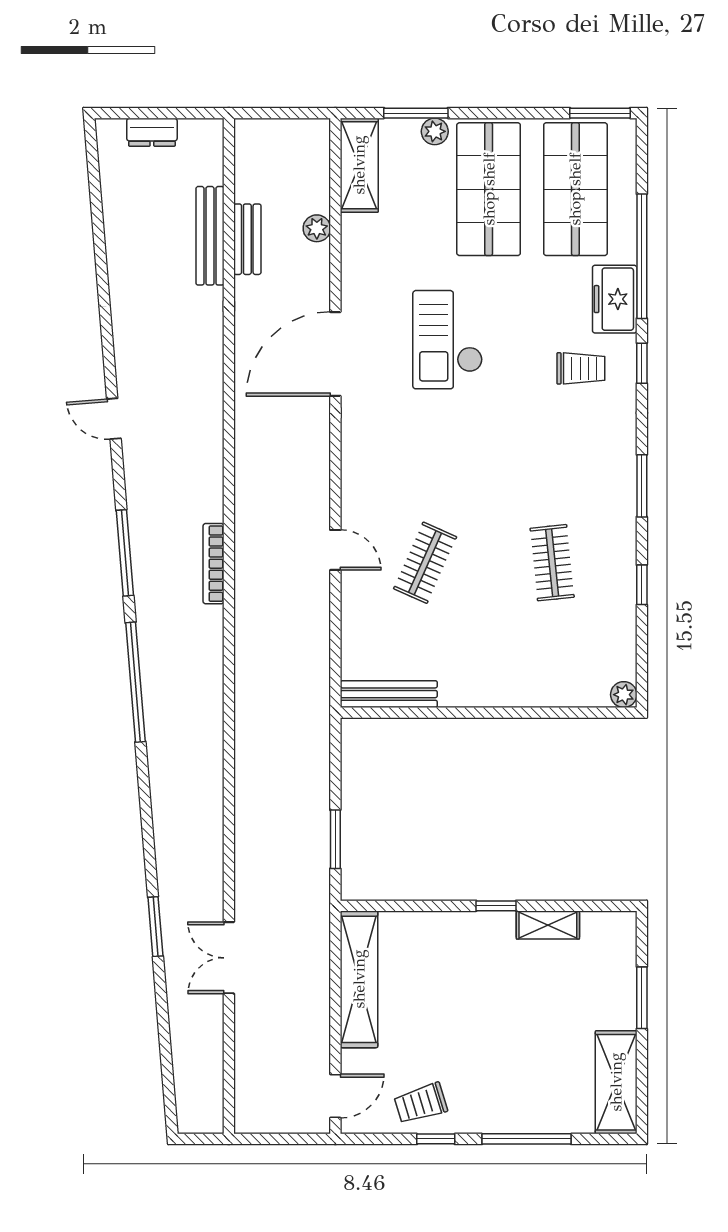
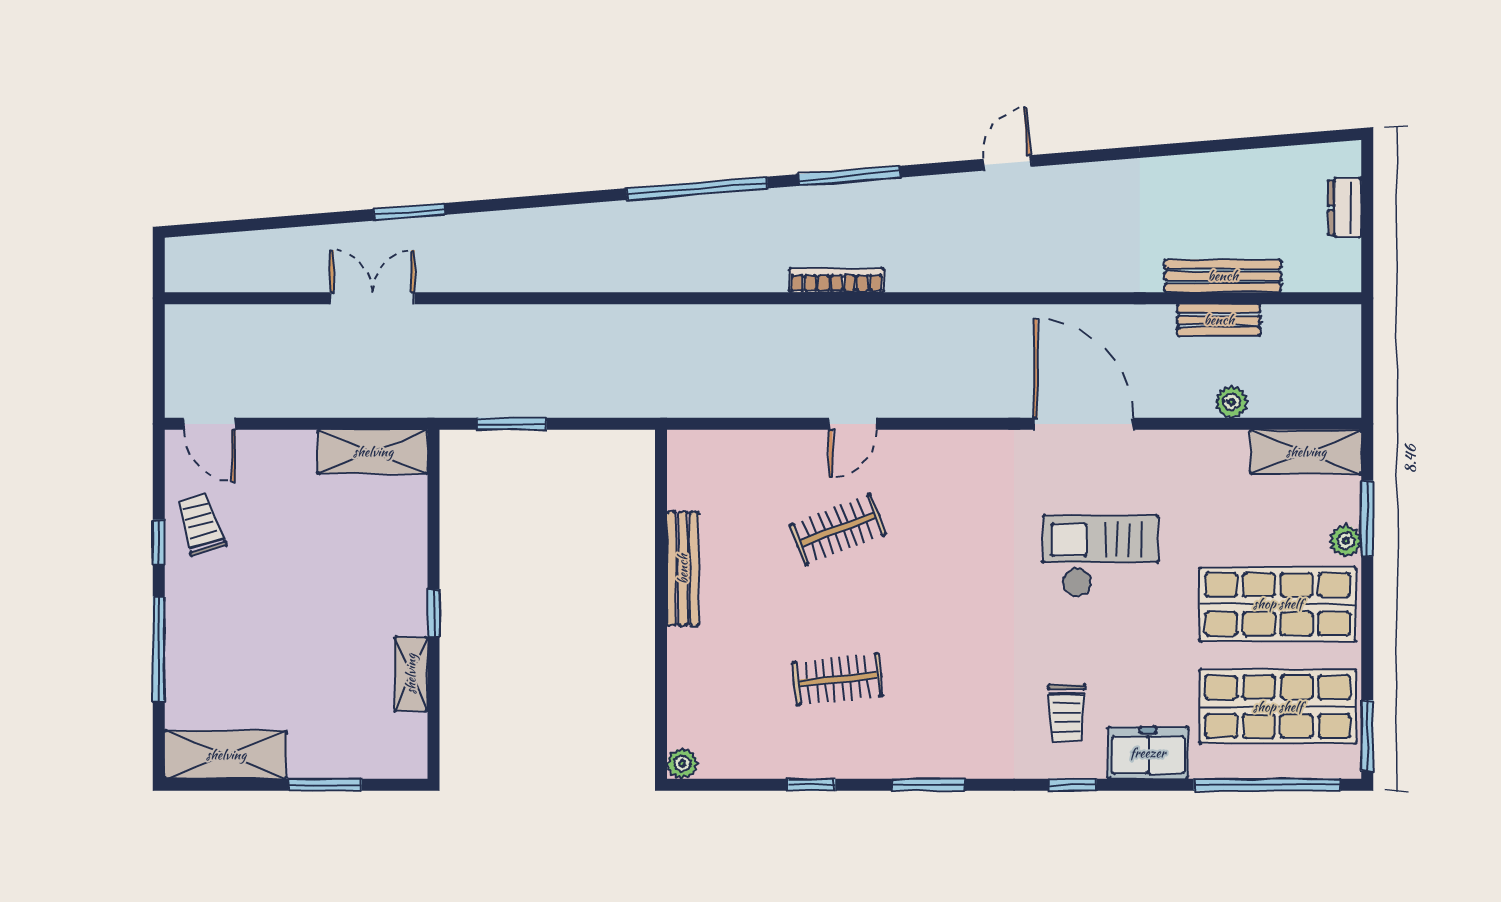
window: (642, 256) -> (1267, 785), moved
clothes rail: (425, 563) -> (838, 529), turned -45
bench: (389, 694) -> (683, 569), moved
shelving: (359, 979) -> (373, 452), width x0.68

